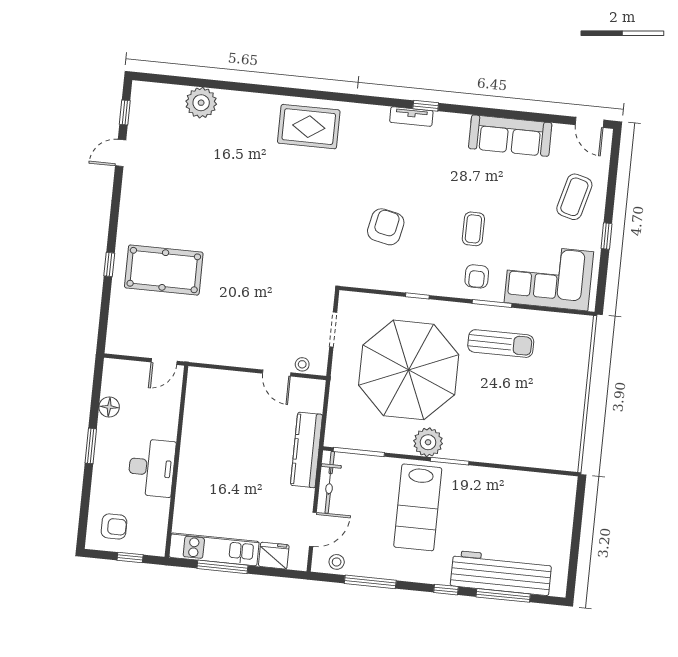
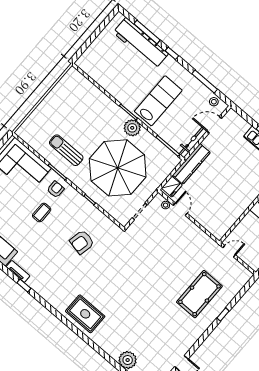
tv unit: (411, 117) -> (18, 271), moved
pool table: (164, 270) -> (199, 294), turned 90
fridge: (274, 556) -> (172, 187), moved, turned -90

